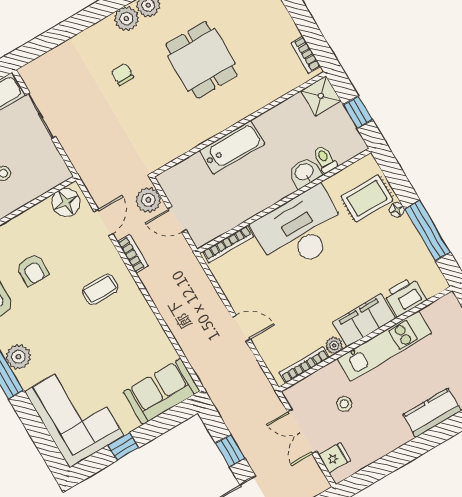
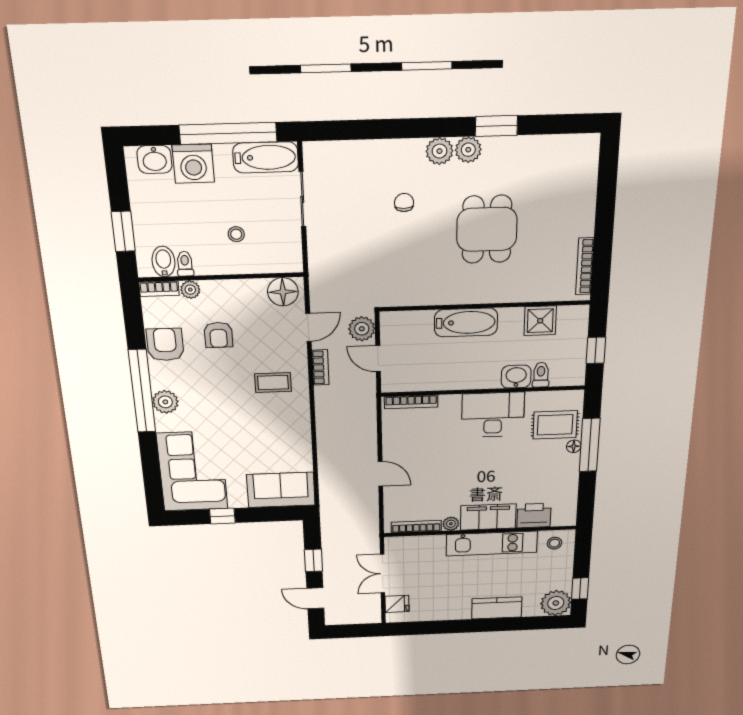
bookcase: (306, 55) -> (585, 266), width x1.56
shower: (321, 96) -> (540, 321), moved
desk: (300, 230) -> (493, 415), width x0.73, depth x0.77
window: (428, 231) -> (590, 445), moved
stool: (344, 404) -> (554, 543), moved

